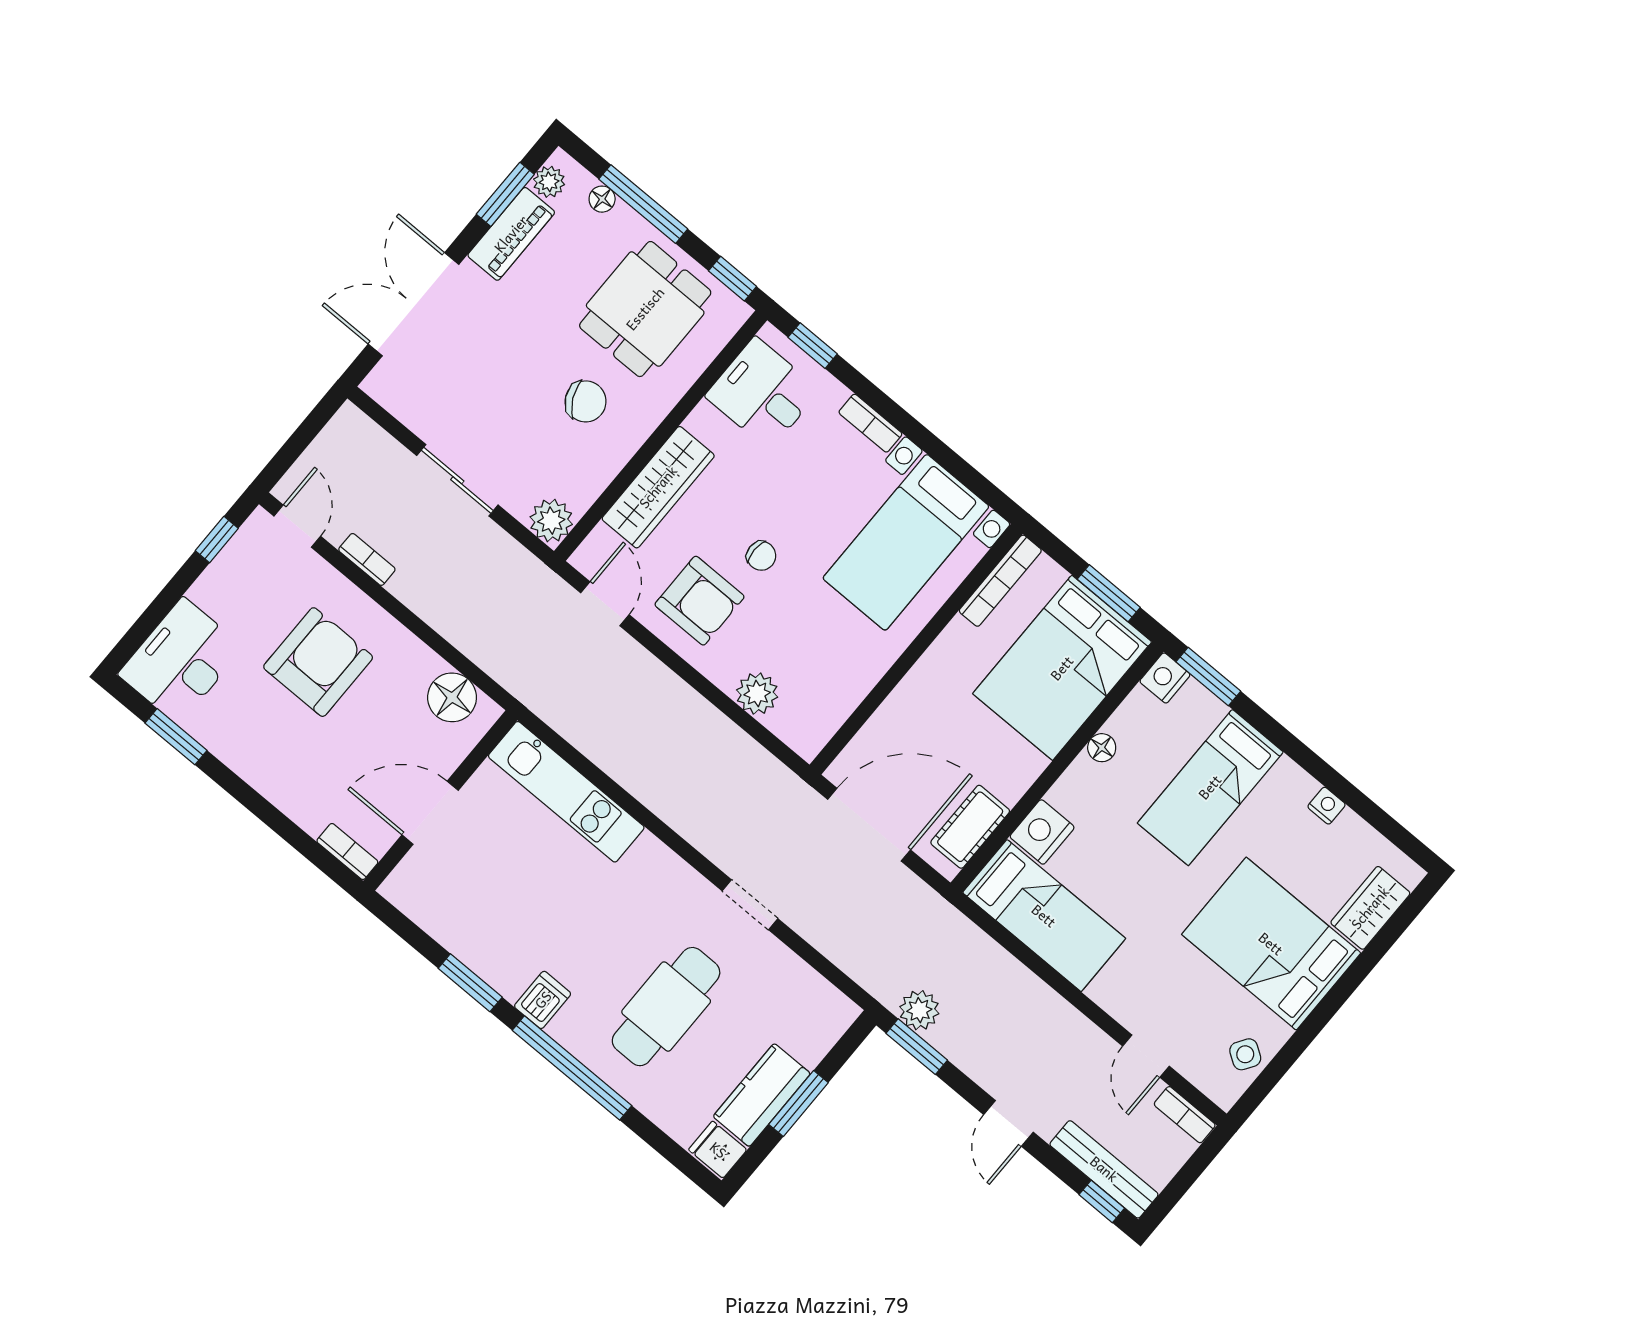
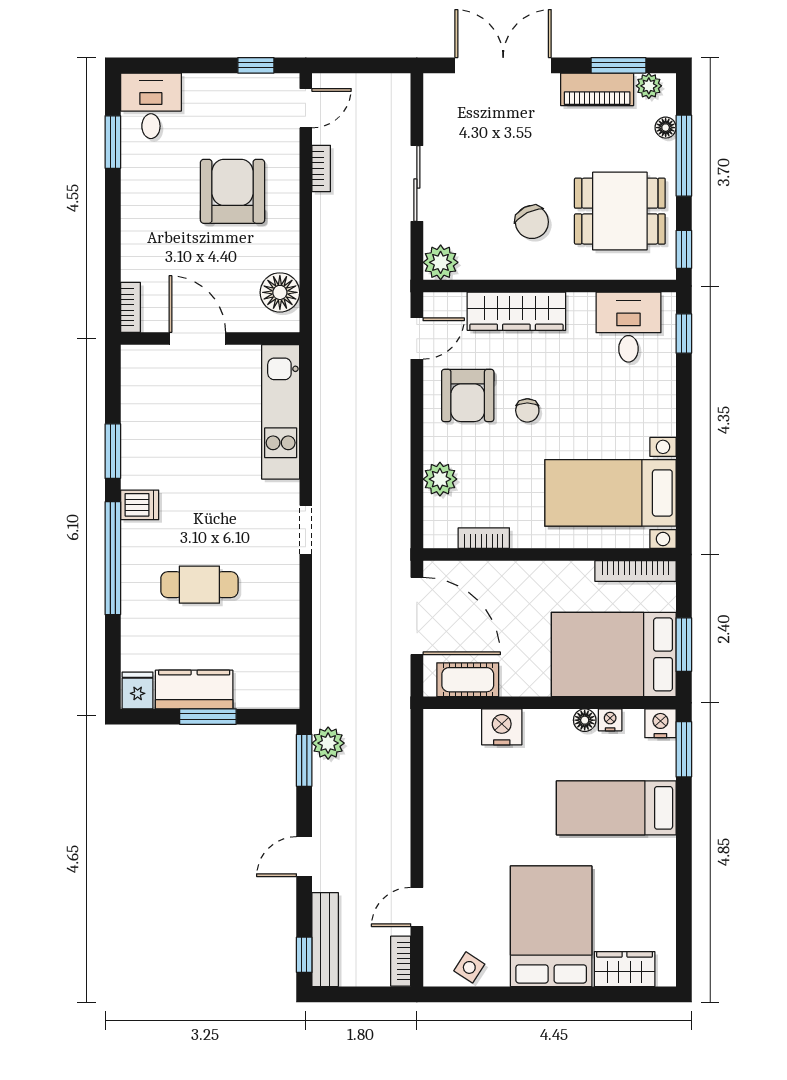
bookcase: (870, 423) -> (484, 538), moved, turned 90
desk: (181, 661) -> (151, 106), width x0.73
armchair: (318, 662) -> (232, 191), turned -90
nightstand: (1327, 806) -> (610, 720), moved, turned -90
doorway: (750, 905) -> (306, 530), moved
bed: (1044, 916) -> (451, 771), removed
cafe table: (666, 1007) -> (199, 585), width x0.73, depth x0.74

